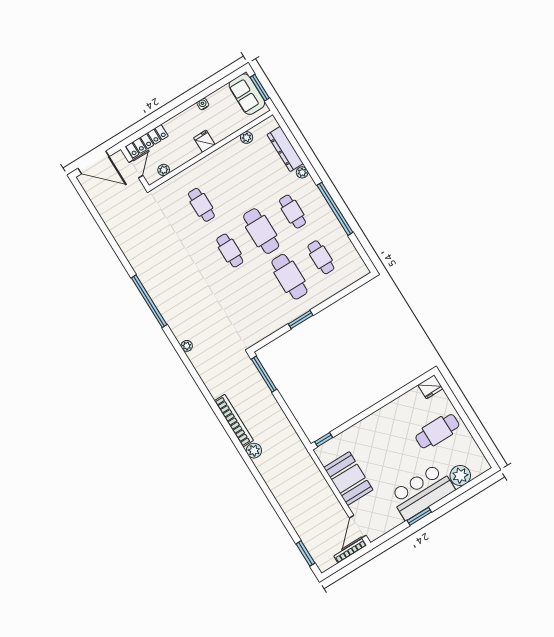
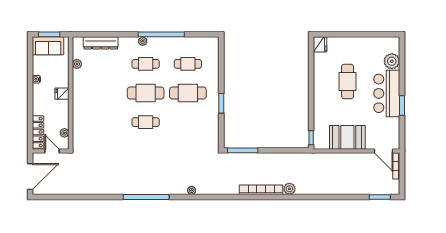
plant: (302, 172) -> (143, 41), moved
cafe table: (201, 205) -> (103, 122), removed
cafe table: (437, 431) -> (348, 81), moved

